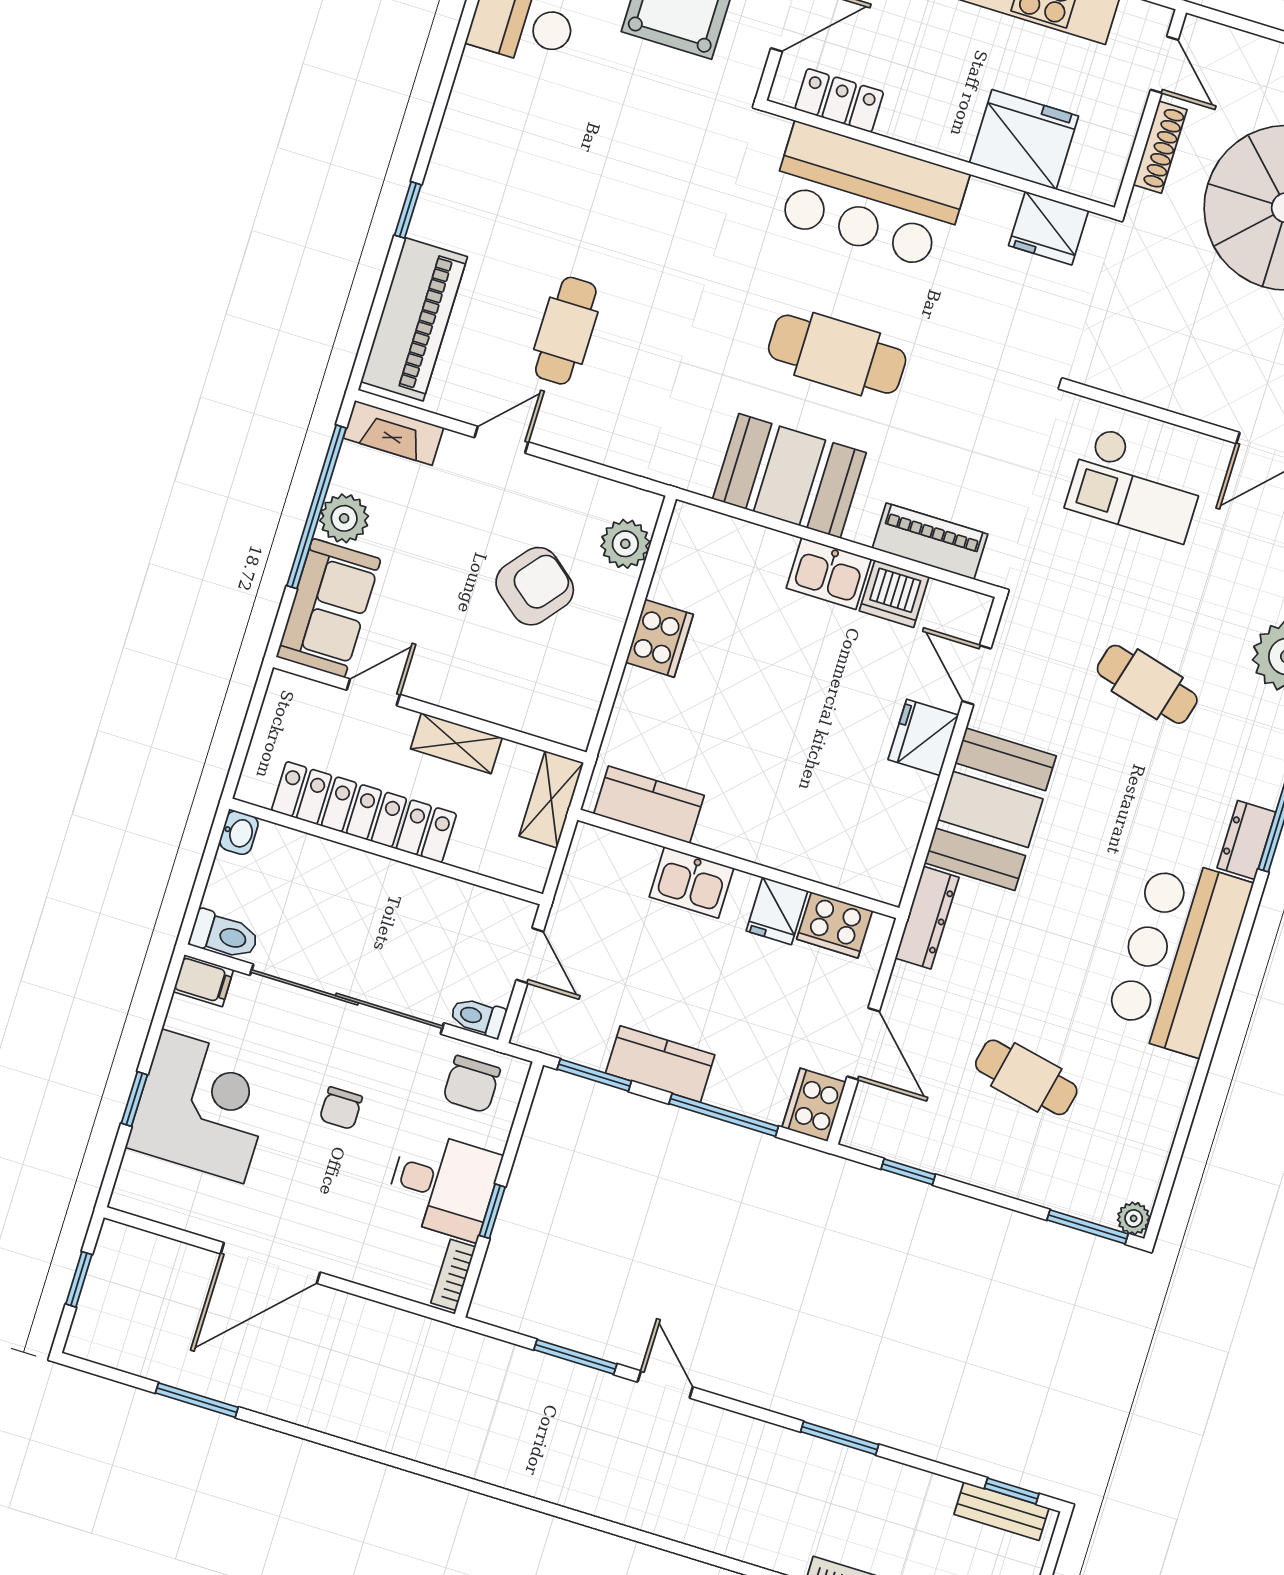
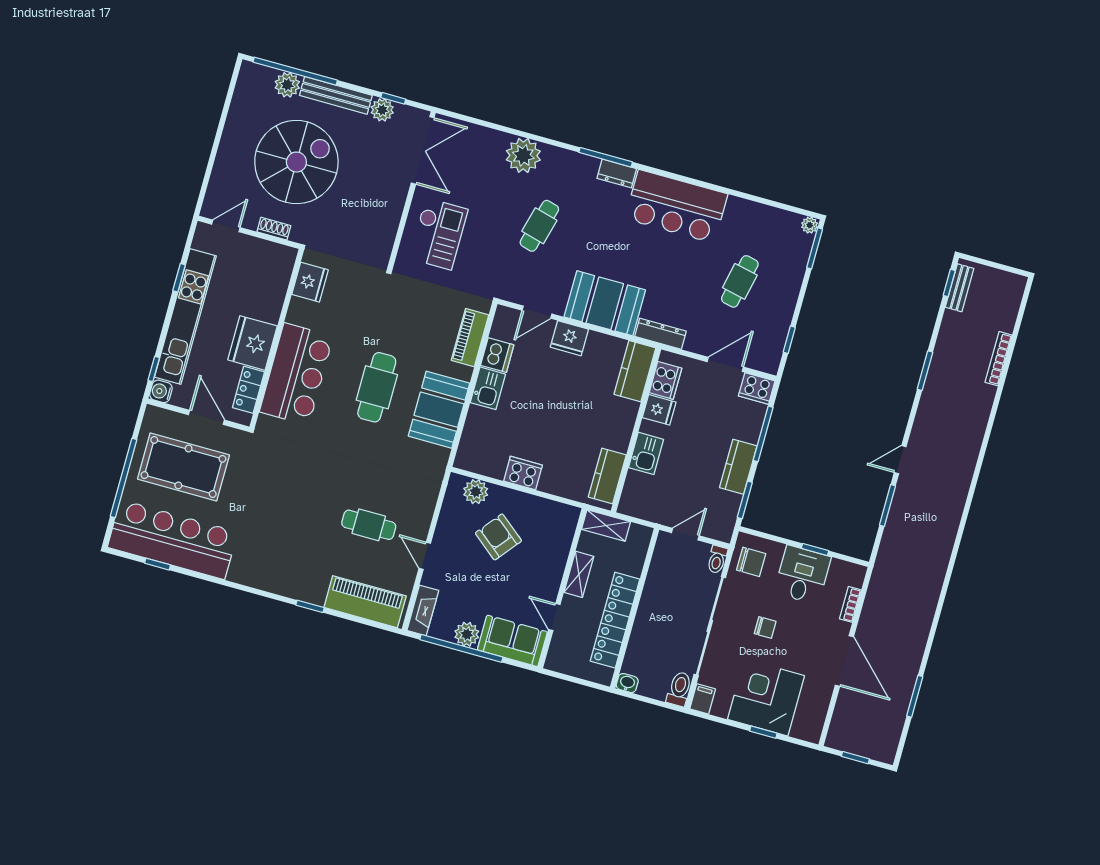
fridge: (1024, 139) -> (253, 343), moved
shoe rack: (1160, 147) -> (274, 229), width x0.70
kitchen counter: (855, 865) -> (635, 371), added
bookcase: (453, 1275) -> (850, 604), moved, turned 90

